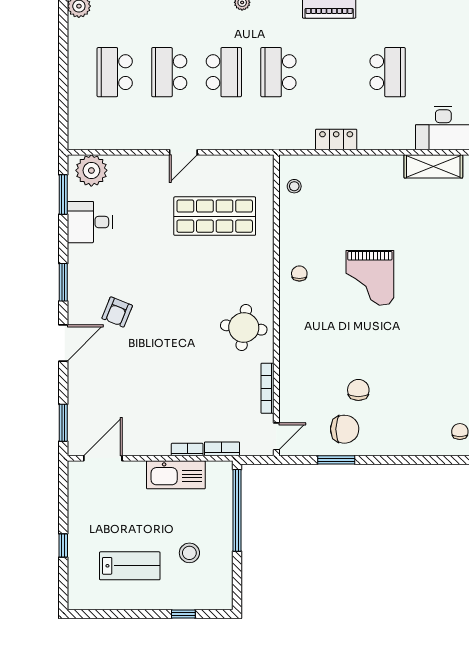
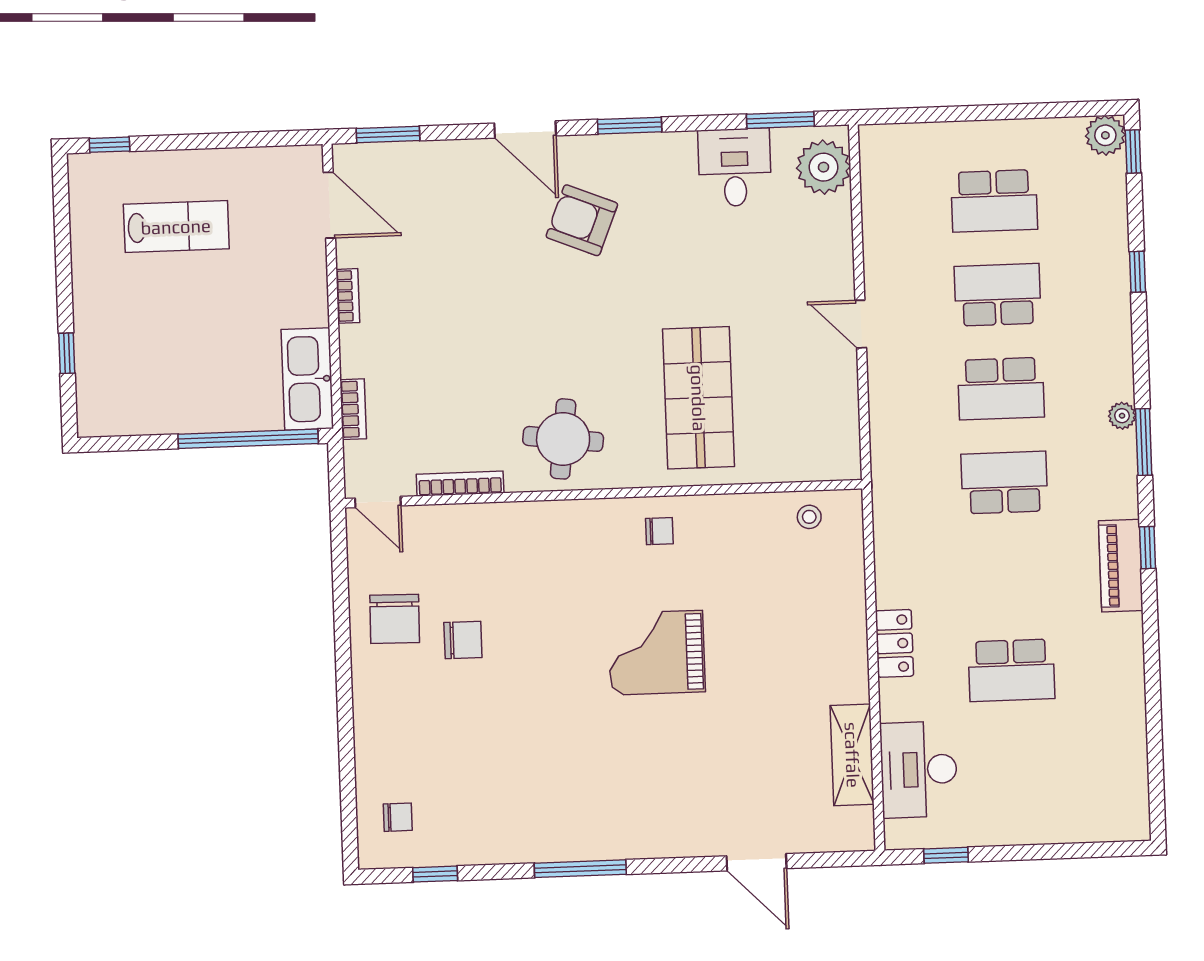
school desk: (115, 72) -> (994, 201), turned 180
locker: (336, 139) -> (895, 643), moved
shop shelf: (215, 216) -> (698, 398), moved
armchair: (117, 312) -> (582, 220), width x1.38, depth x1.38
bookcase: (187, 449) -> (348, 296), moved
window: (336, 460) -> (341, 606), removed
kitchen sink: (176, 475) -> (307, 379), moved
window: (63, 546) -> (110, 145), moved
stool: (189, 553) -> (172, 360), removed
lab bench: (130, 566) -> (176, 227), moved, turned -90

